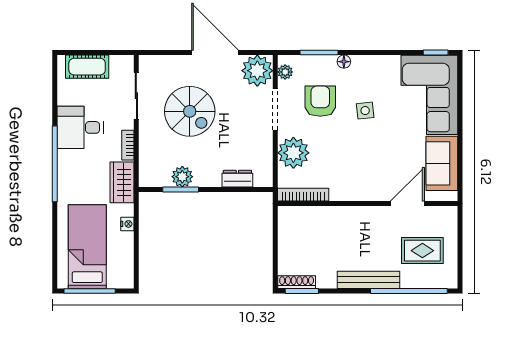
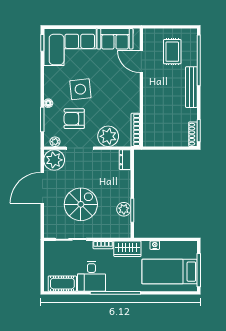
cot: (87, 67) -> (62, 284), moved, turned 90
side table: (365, 111) -> (80, 89), width x1.87, depth x1.87
dresser: (237, 179) -> (125, 160), moved

